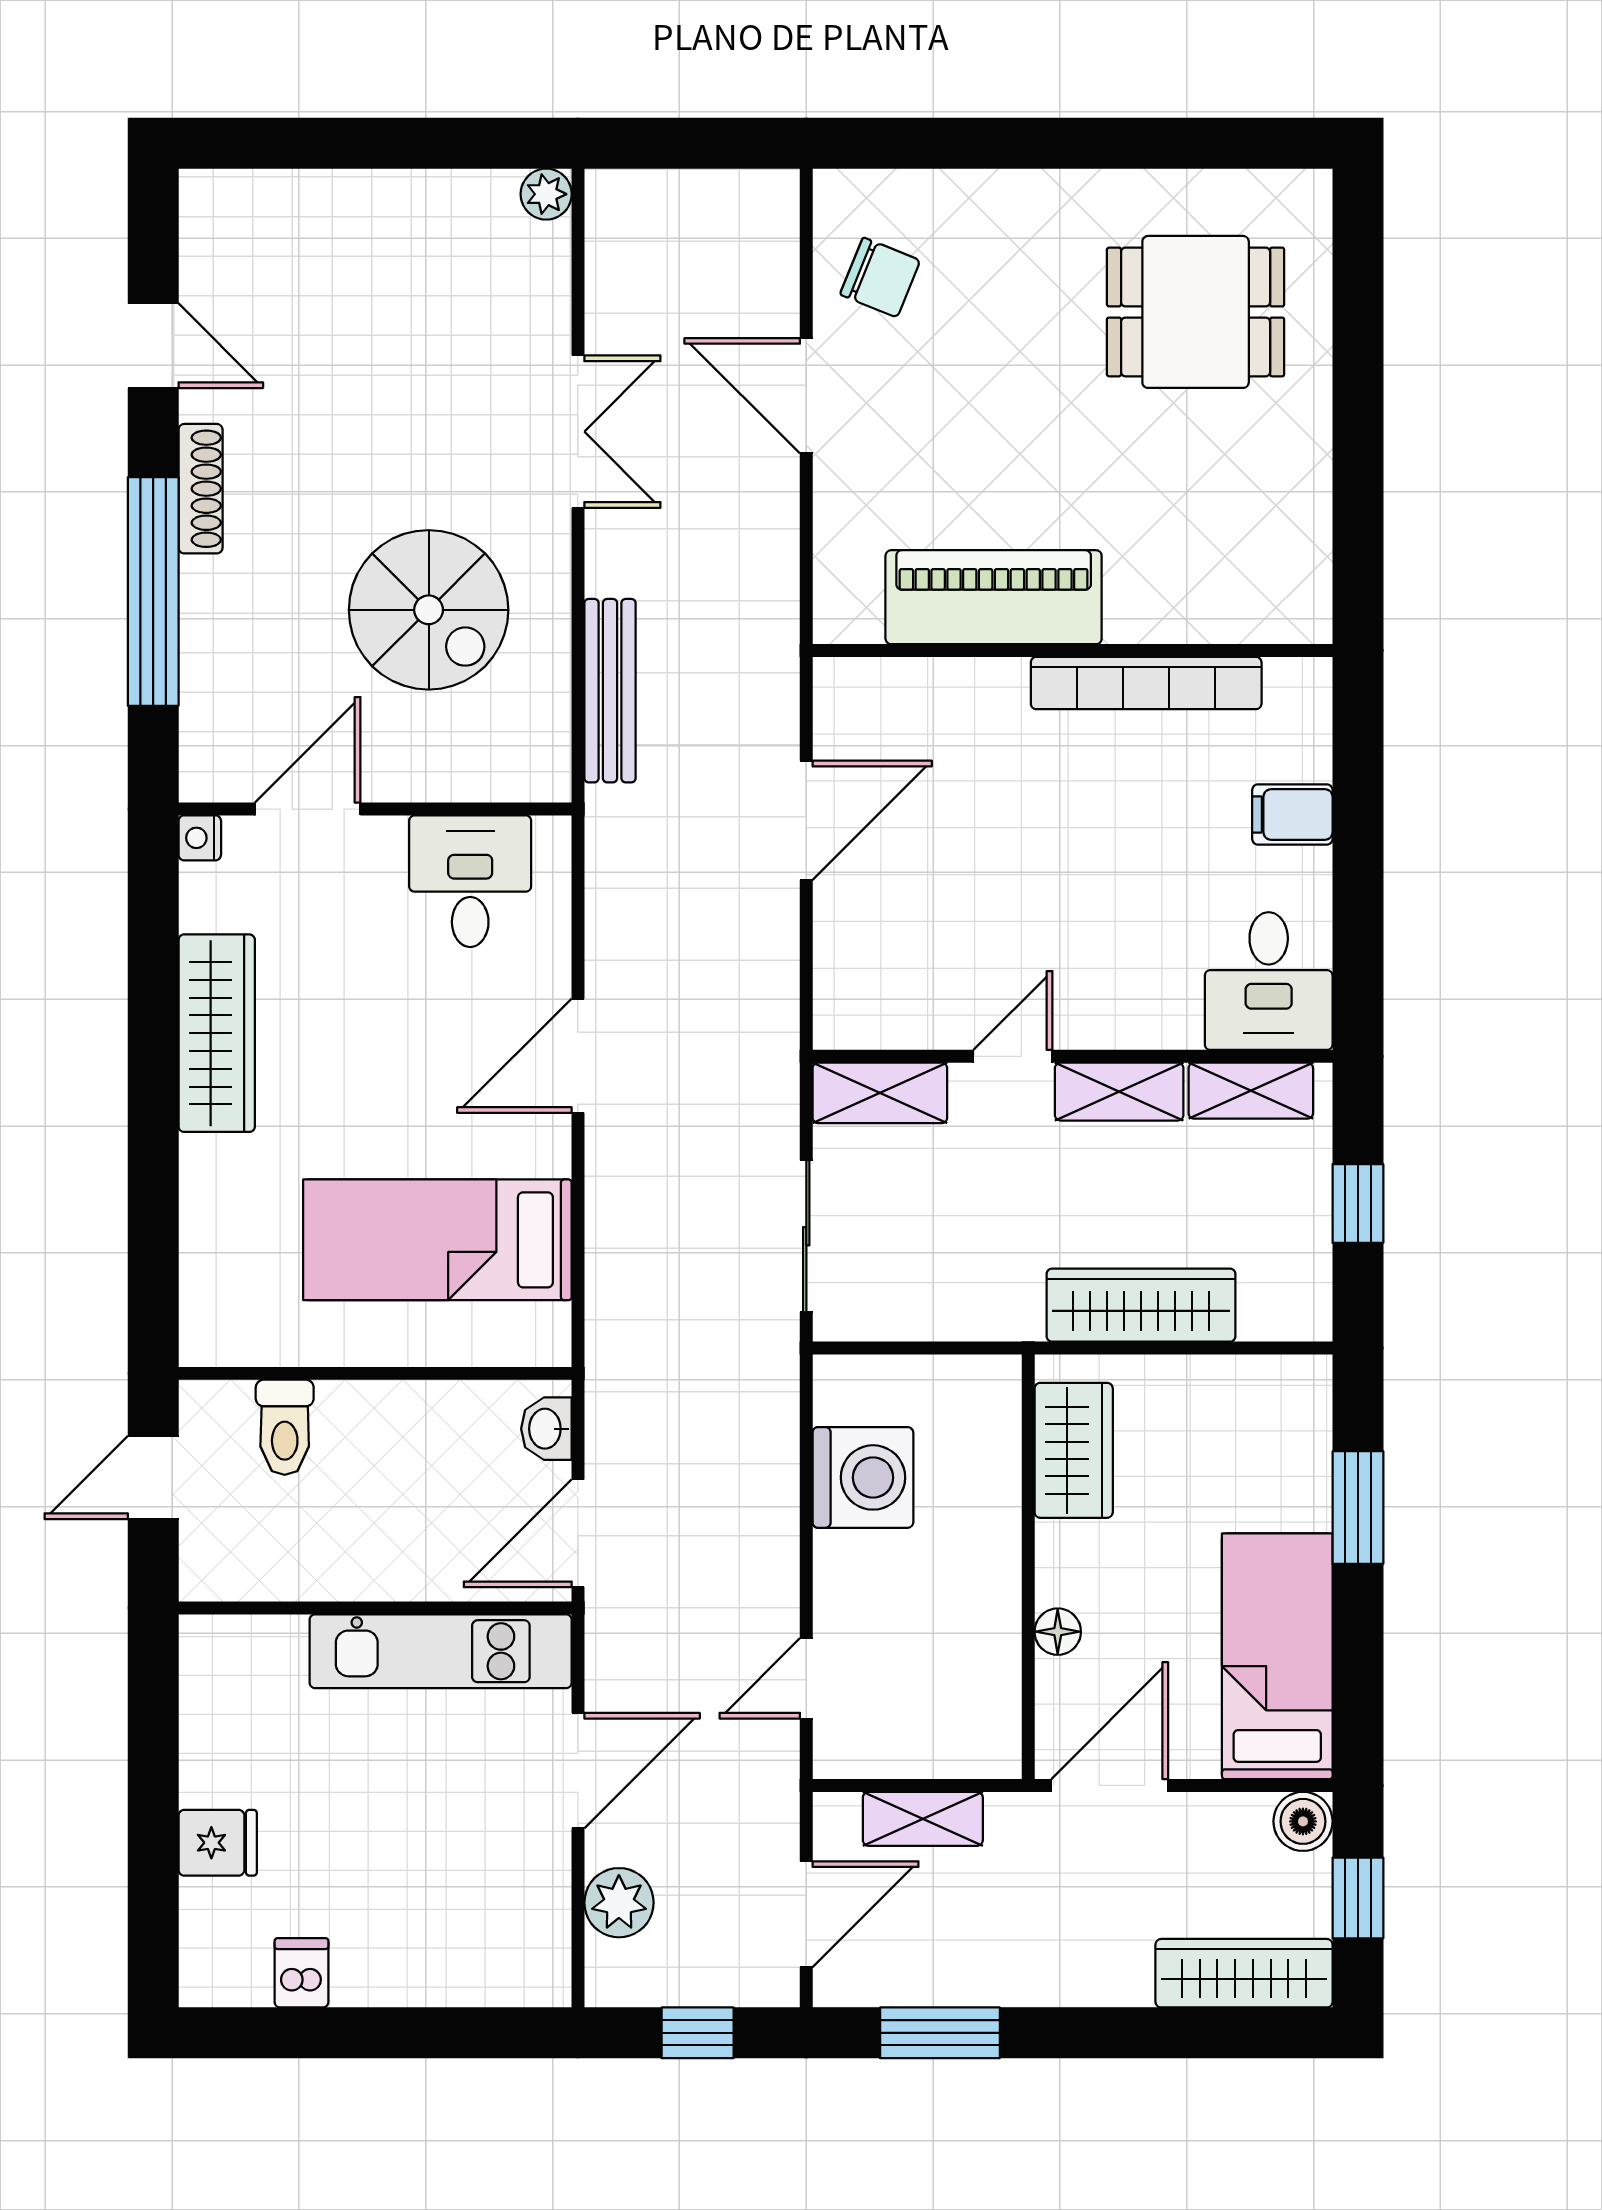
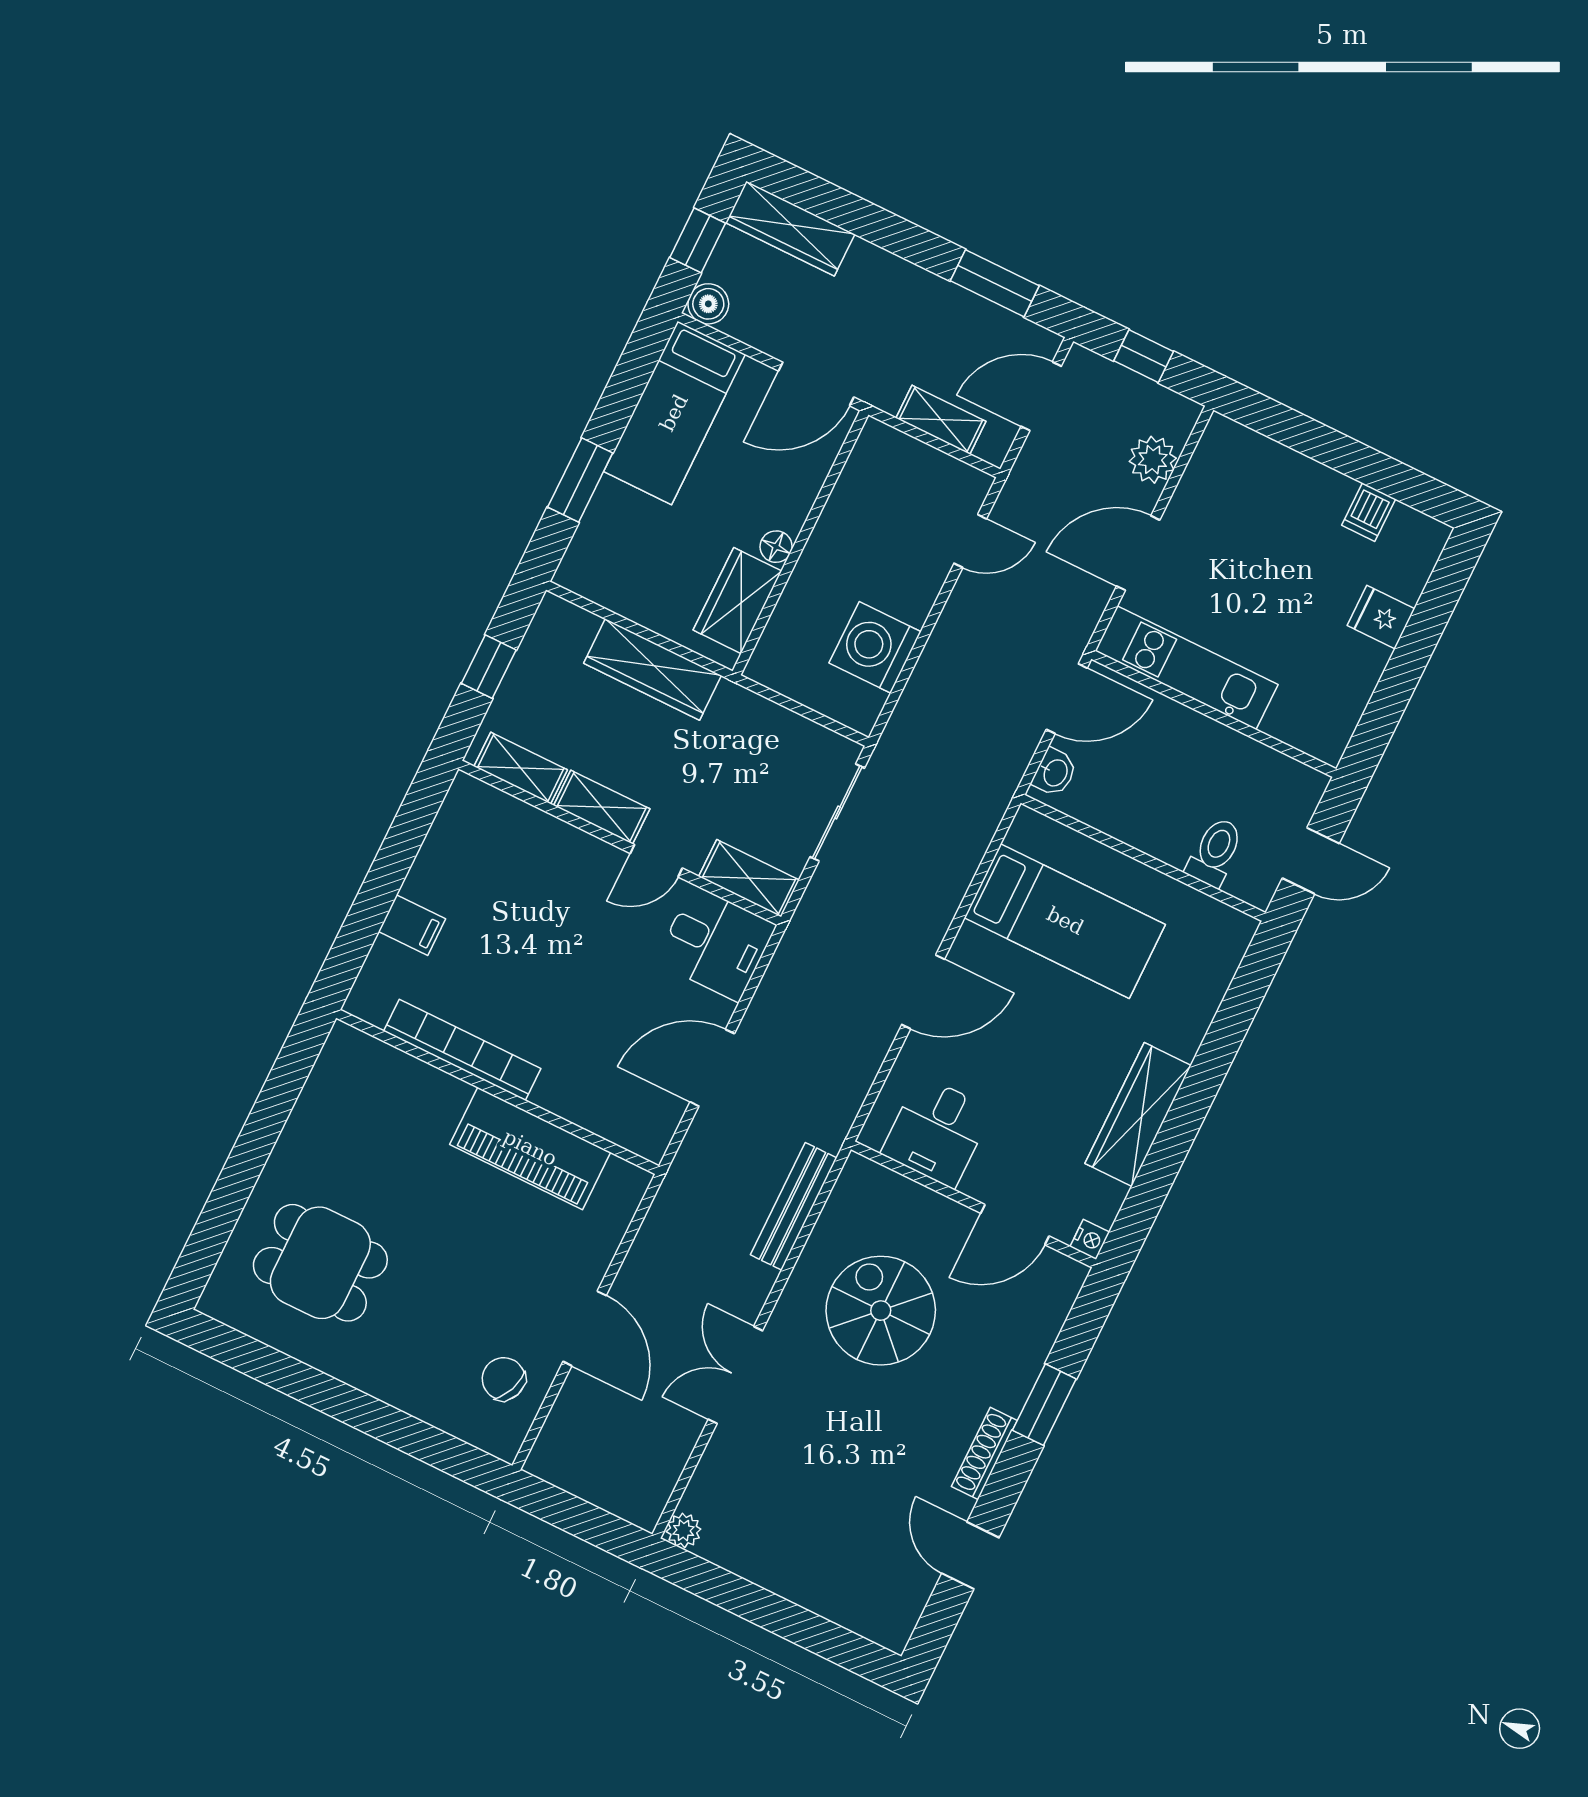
window: (153, 592) -> (1044, 1405), width x0.47
desk: (1269, 981) -> (716, 943), moved, turned 90
floor lamp: (1058, 1632) -> (776, 547), moved

